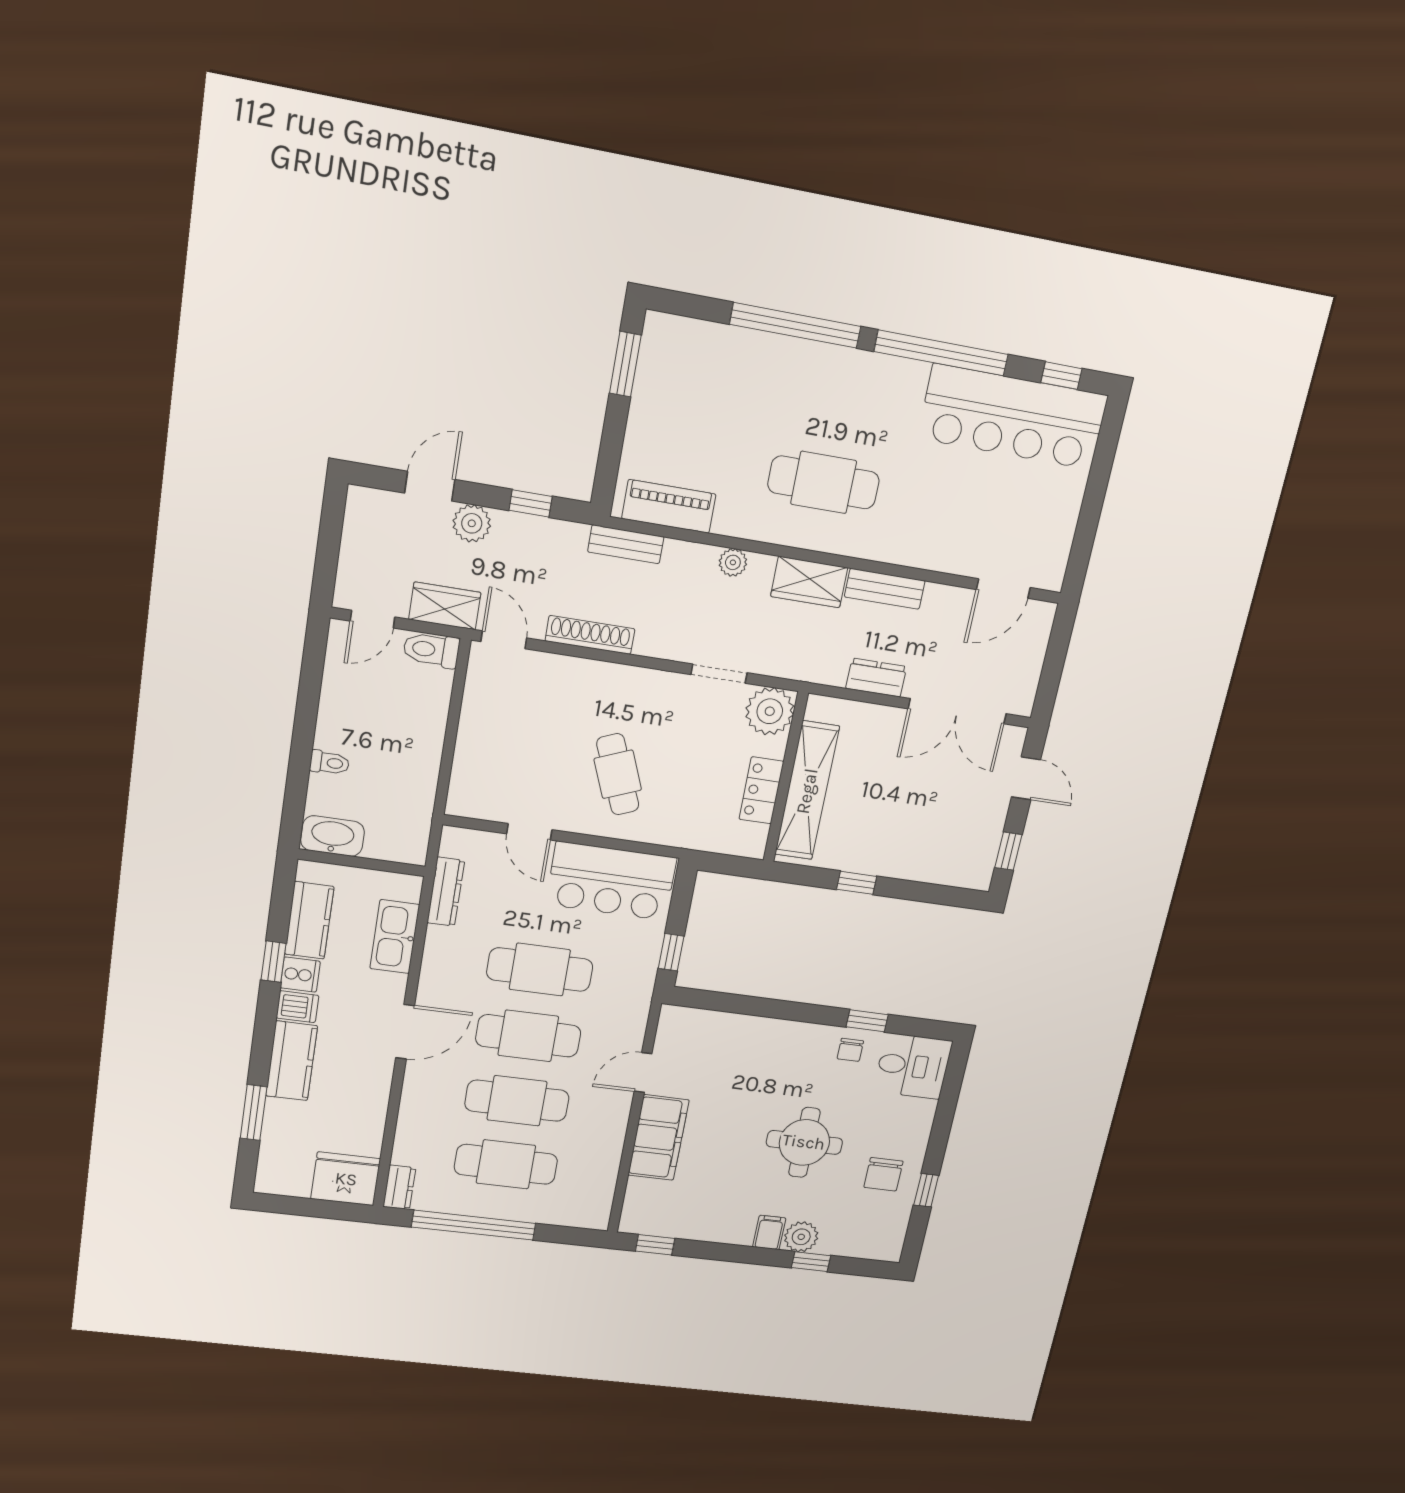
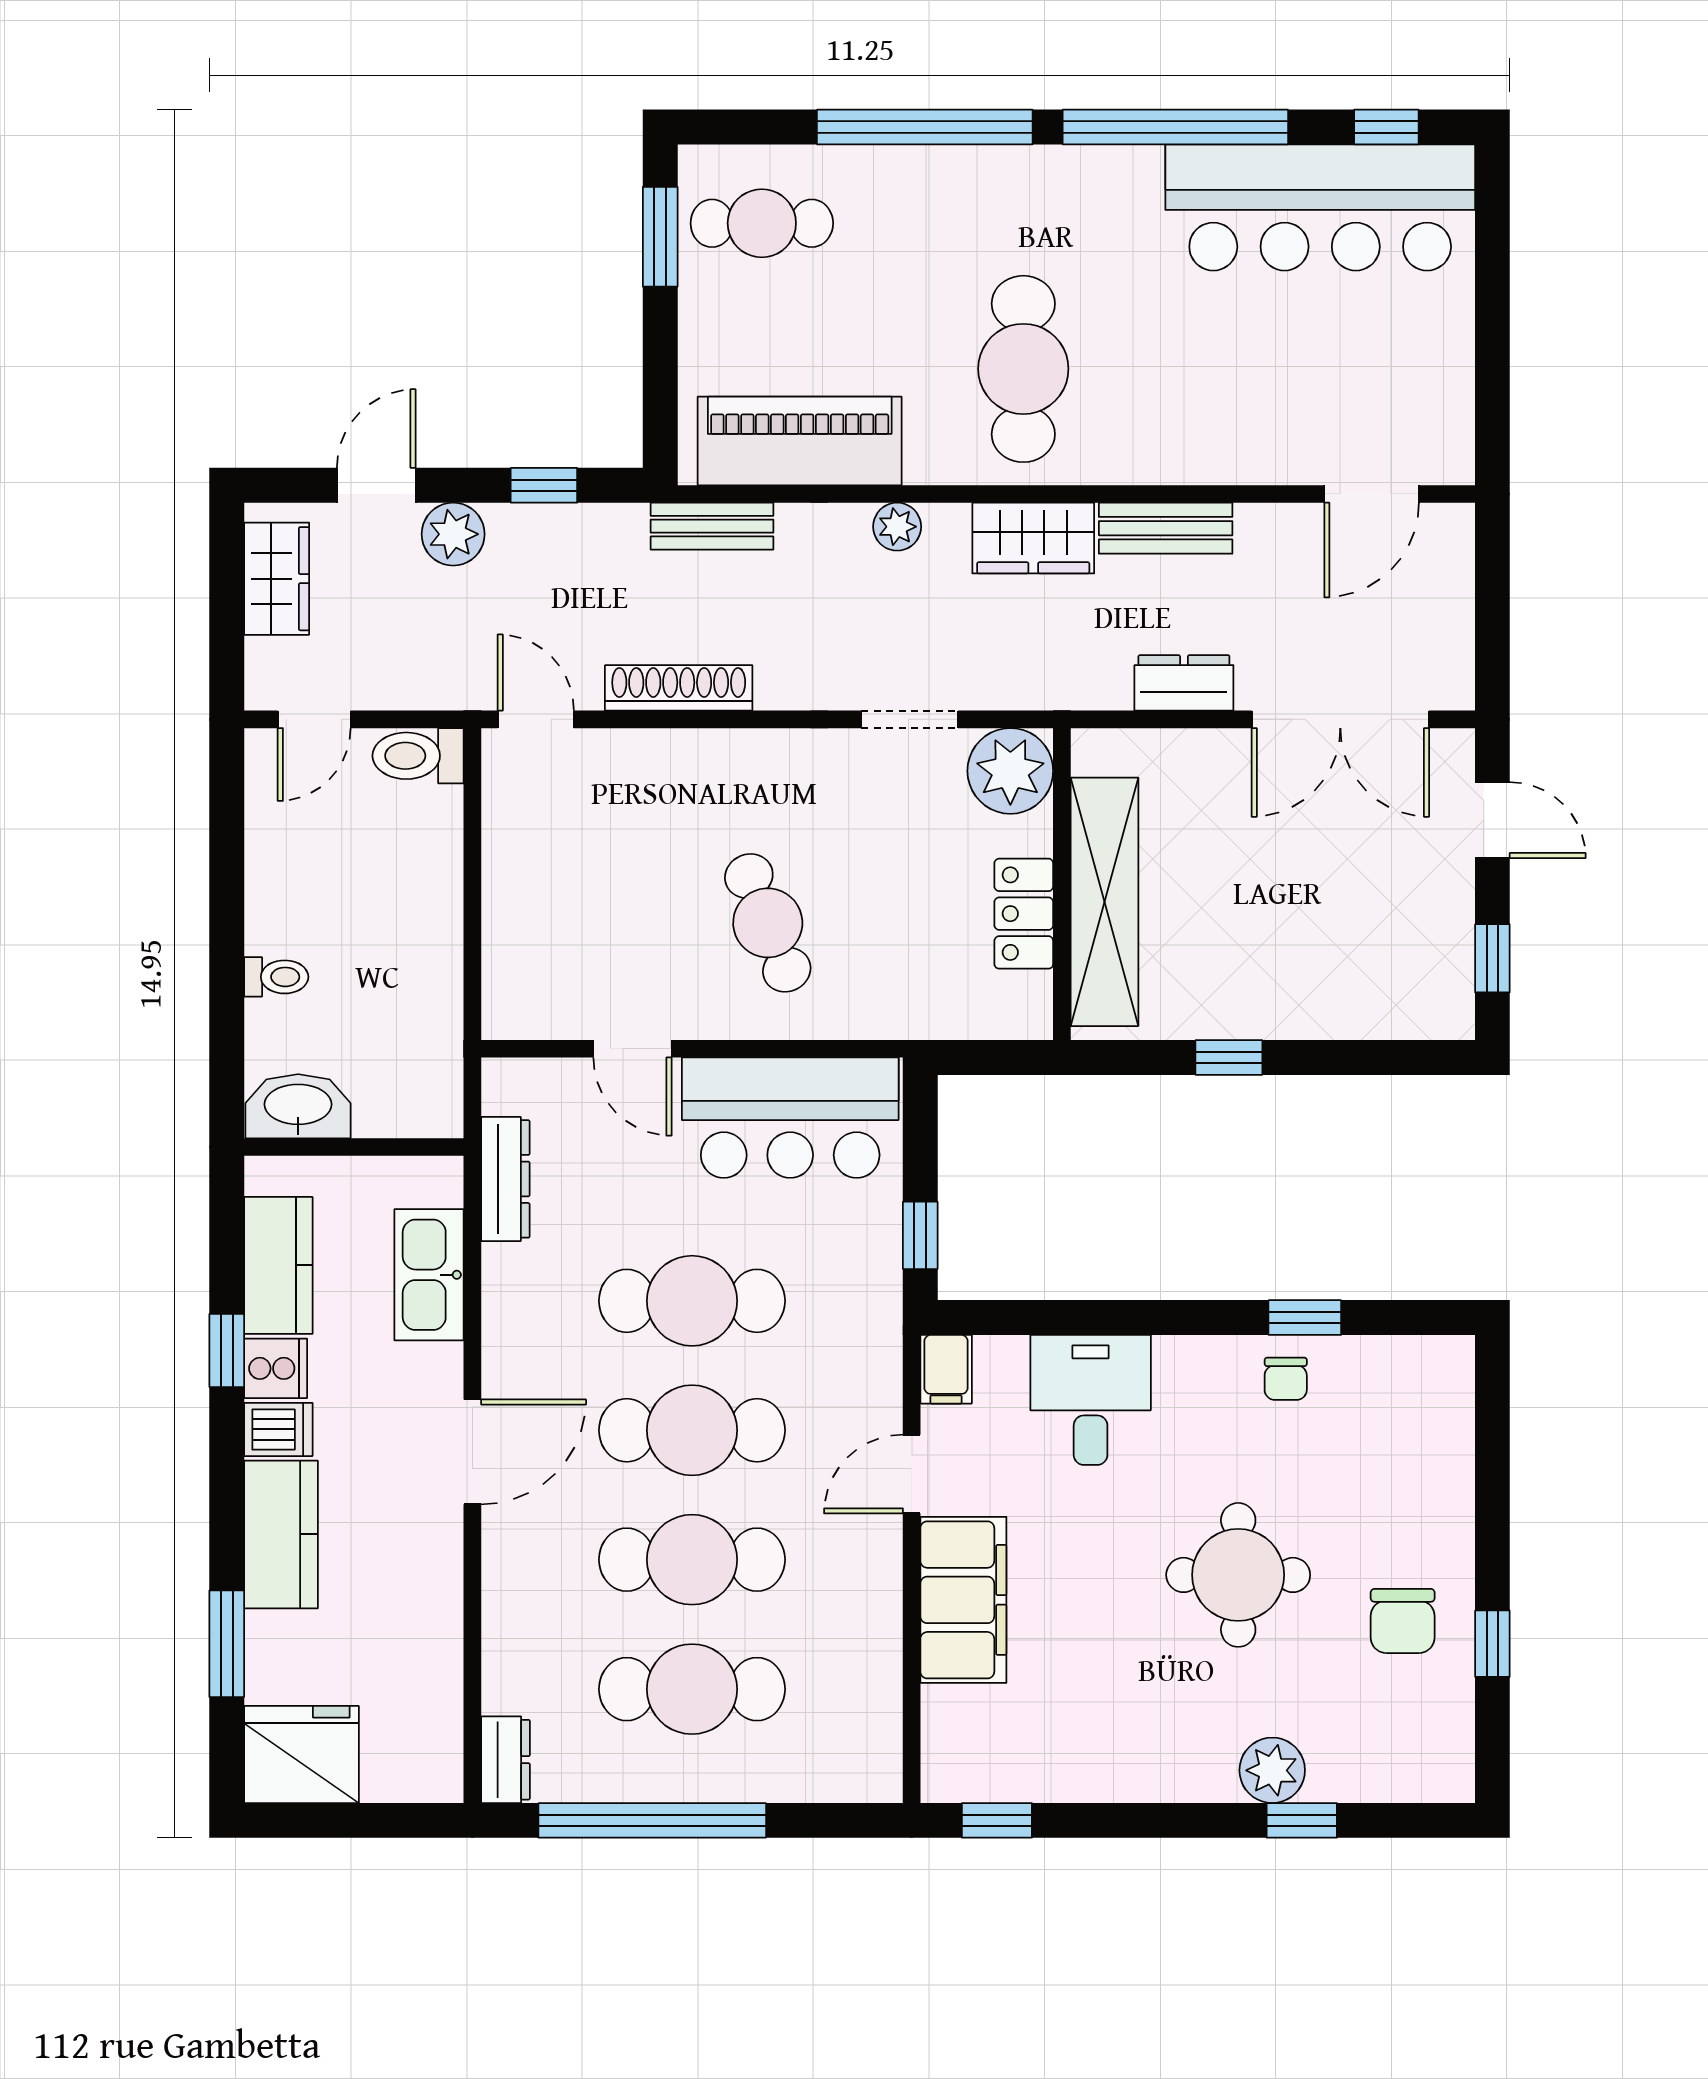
cafe table: (688, 367) -> (762, 223), added
cafe table: (824, 482) -> (1023, 369), turned 90
piano: (669, 506) -> (800, 441), width x1.37, depth x1.33
wardrobe: (445, 606) -> (277, 579), moved, turned 90
desk: (913, 1066) -> (1091, 1400), moved, turned -90
fridge: (346, 1179) -> (301, 1754), moved
filing cabinet: (769, 1233) -> (946, 1369), moved, turned 180

